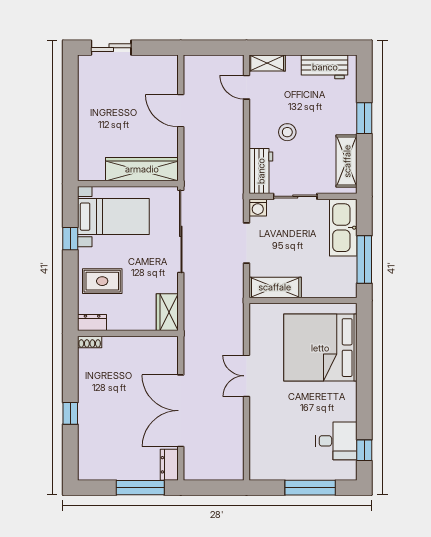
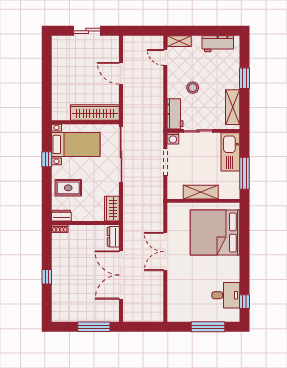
sliding door: (111, 48) -> (87, 31), moved
shelving: (275, 287) -> (201, 192), moved
double door: (246, 376) -> (165, 252), width x1.37
dresser: (169, 465) -> (113, 237), moved

